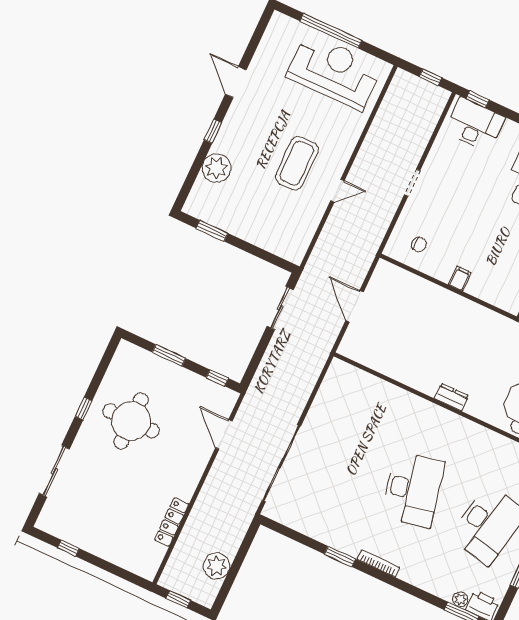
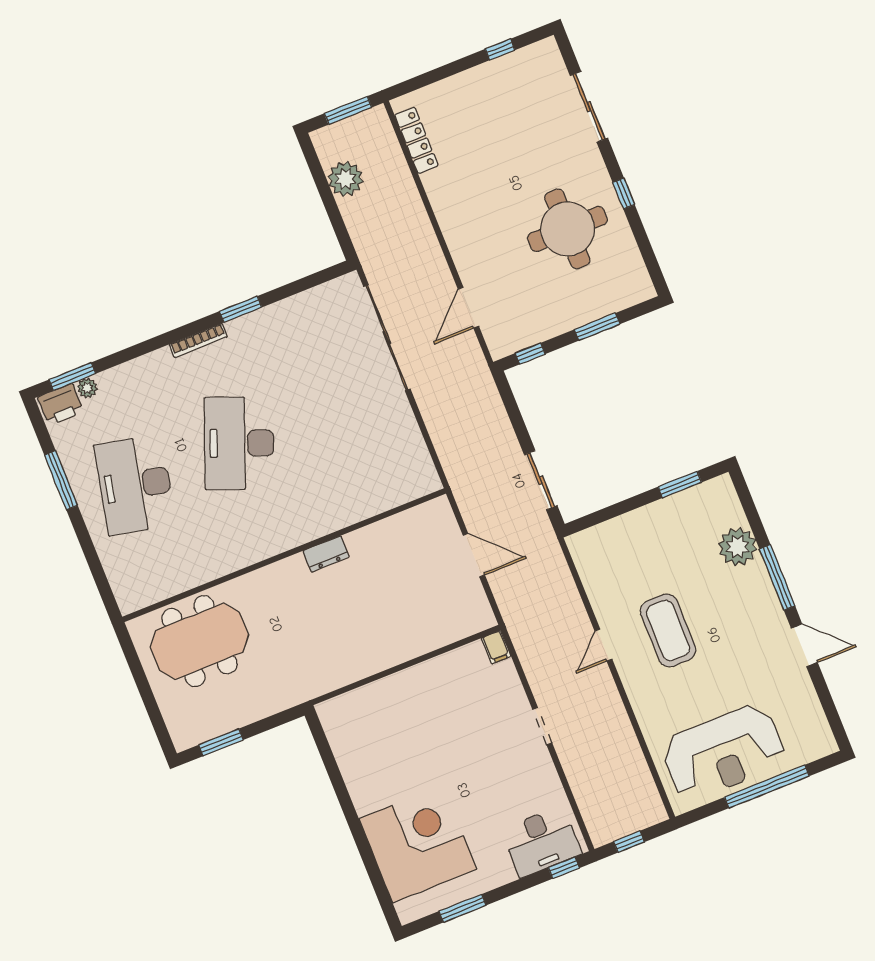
window: (213, 131) -> (777, 577), width x2.17
chair: (419, 244) -> (475, 676), removed
filing cabinet: (460, 279) -> (496, 647), moved
dresser: (451, 397) -> (326, 554), moved
door: (224, 434) -> (468, 308), swing flipped
desk: (413, 489) -> (239, 443), turned 33
locker: (172, 522) -> (416, 140), moved
window: (178, 599) -> (348, 110), width x1.50

